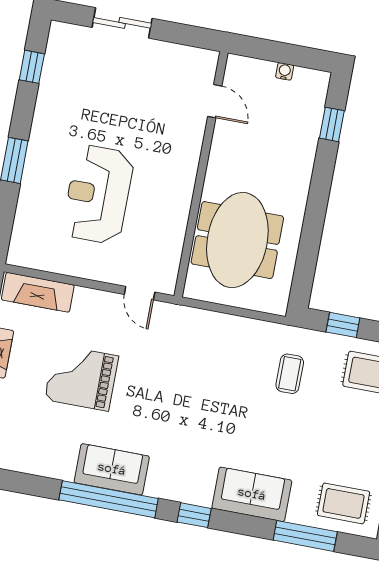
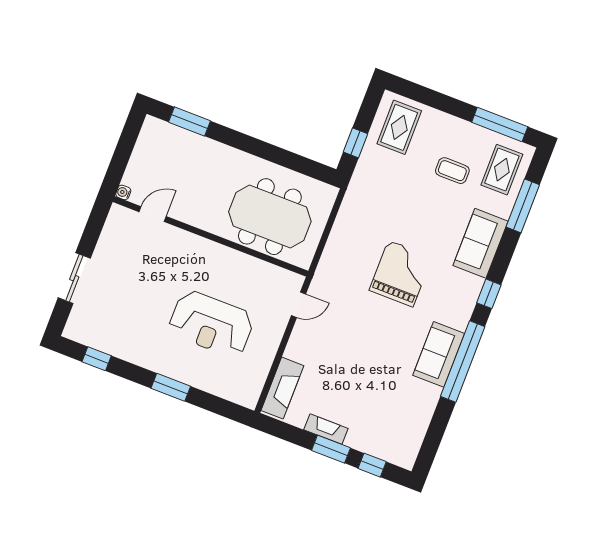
water cooler: (285, 71) -> (123, 192), moved
window: (332, 124) -> (189, 122), width x1.50
coffee table: (290, 374) -> (452, 171), moved
grand piano: (81, 378) -> (401, 274), moved, turned 180

